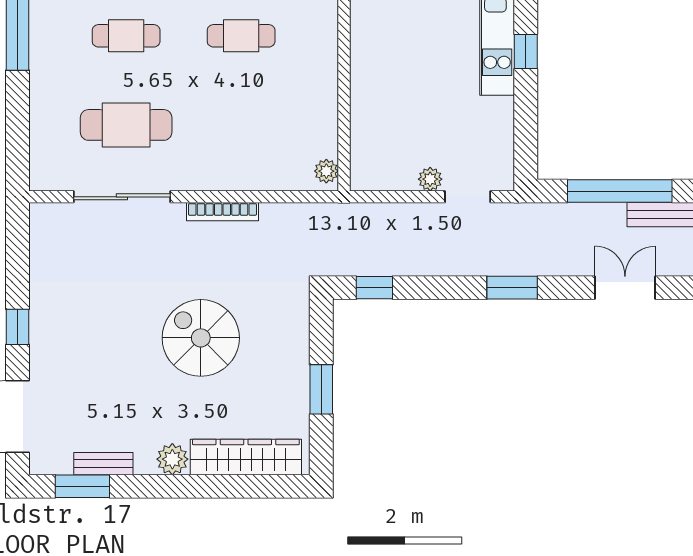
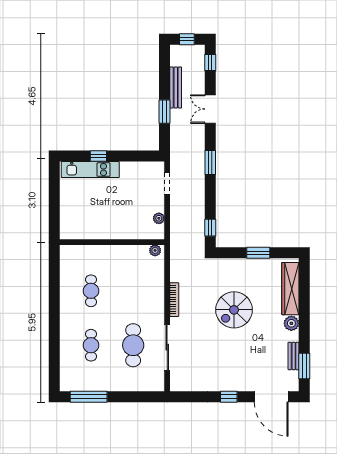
plant: (430, 179) -> (159, 218), moved
window: (620, 191) -> (164, 112), width x0.47

